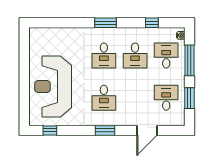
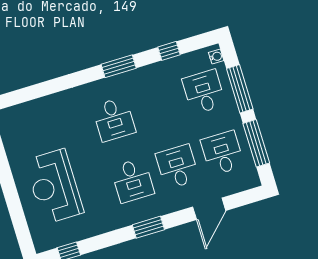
window: (106, 23) -> (119, 66), moved
desk: (135, 55) -> (177, 167), moved, turned 180
reception desk: (53, 87) -> (54, 186), width x0.74, depth x0.77
window: (189, 98) -> (256, 143), width x1.44

